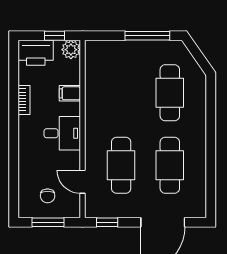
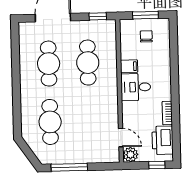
window: (55, 36) -> (157, 165), moved
printer: (36, 53) -> (163, 140), moved, turned -90
filing cabinet: (70, 93) -> (129, 66), moved
door: (82, 182) -> (121, 138), moved

